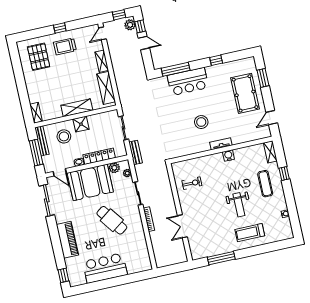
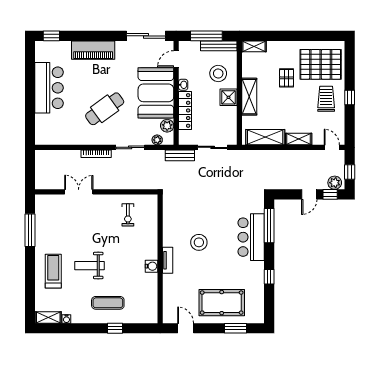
pallet: (39, 57) -> (321, 64), width x1.37, depth x1.41
pallet: (55, 81) -> (287, 78), added
shelving: (270, 152) -> (48, 317), moved

